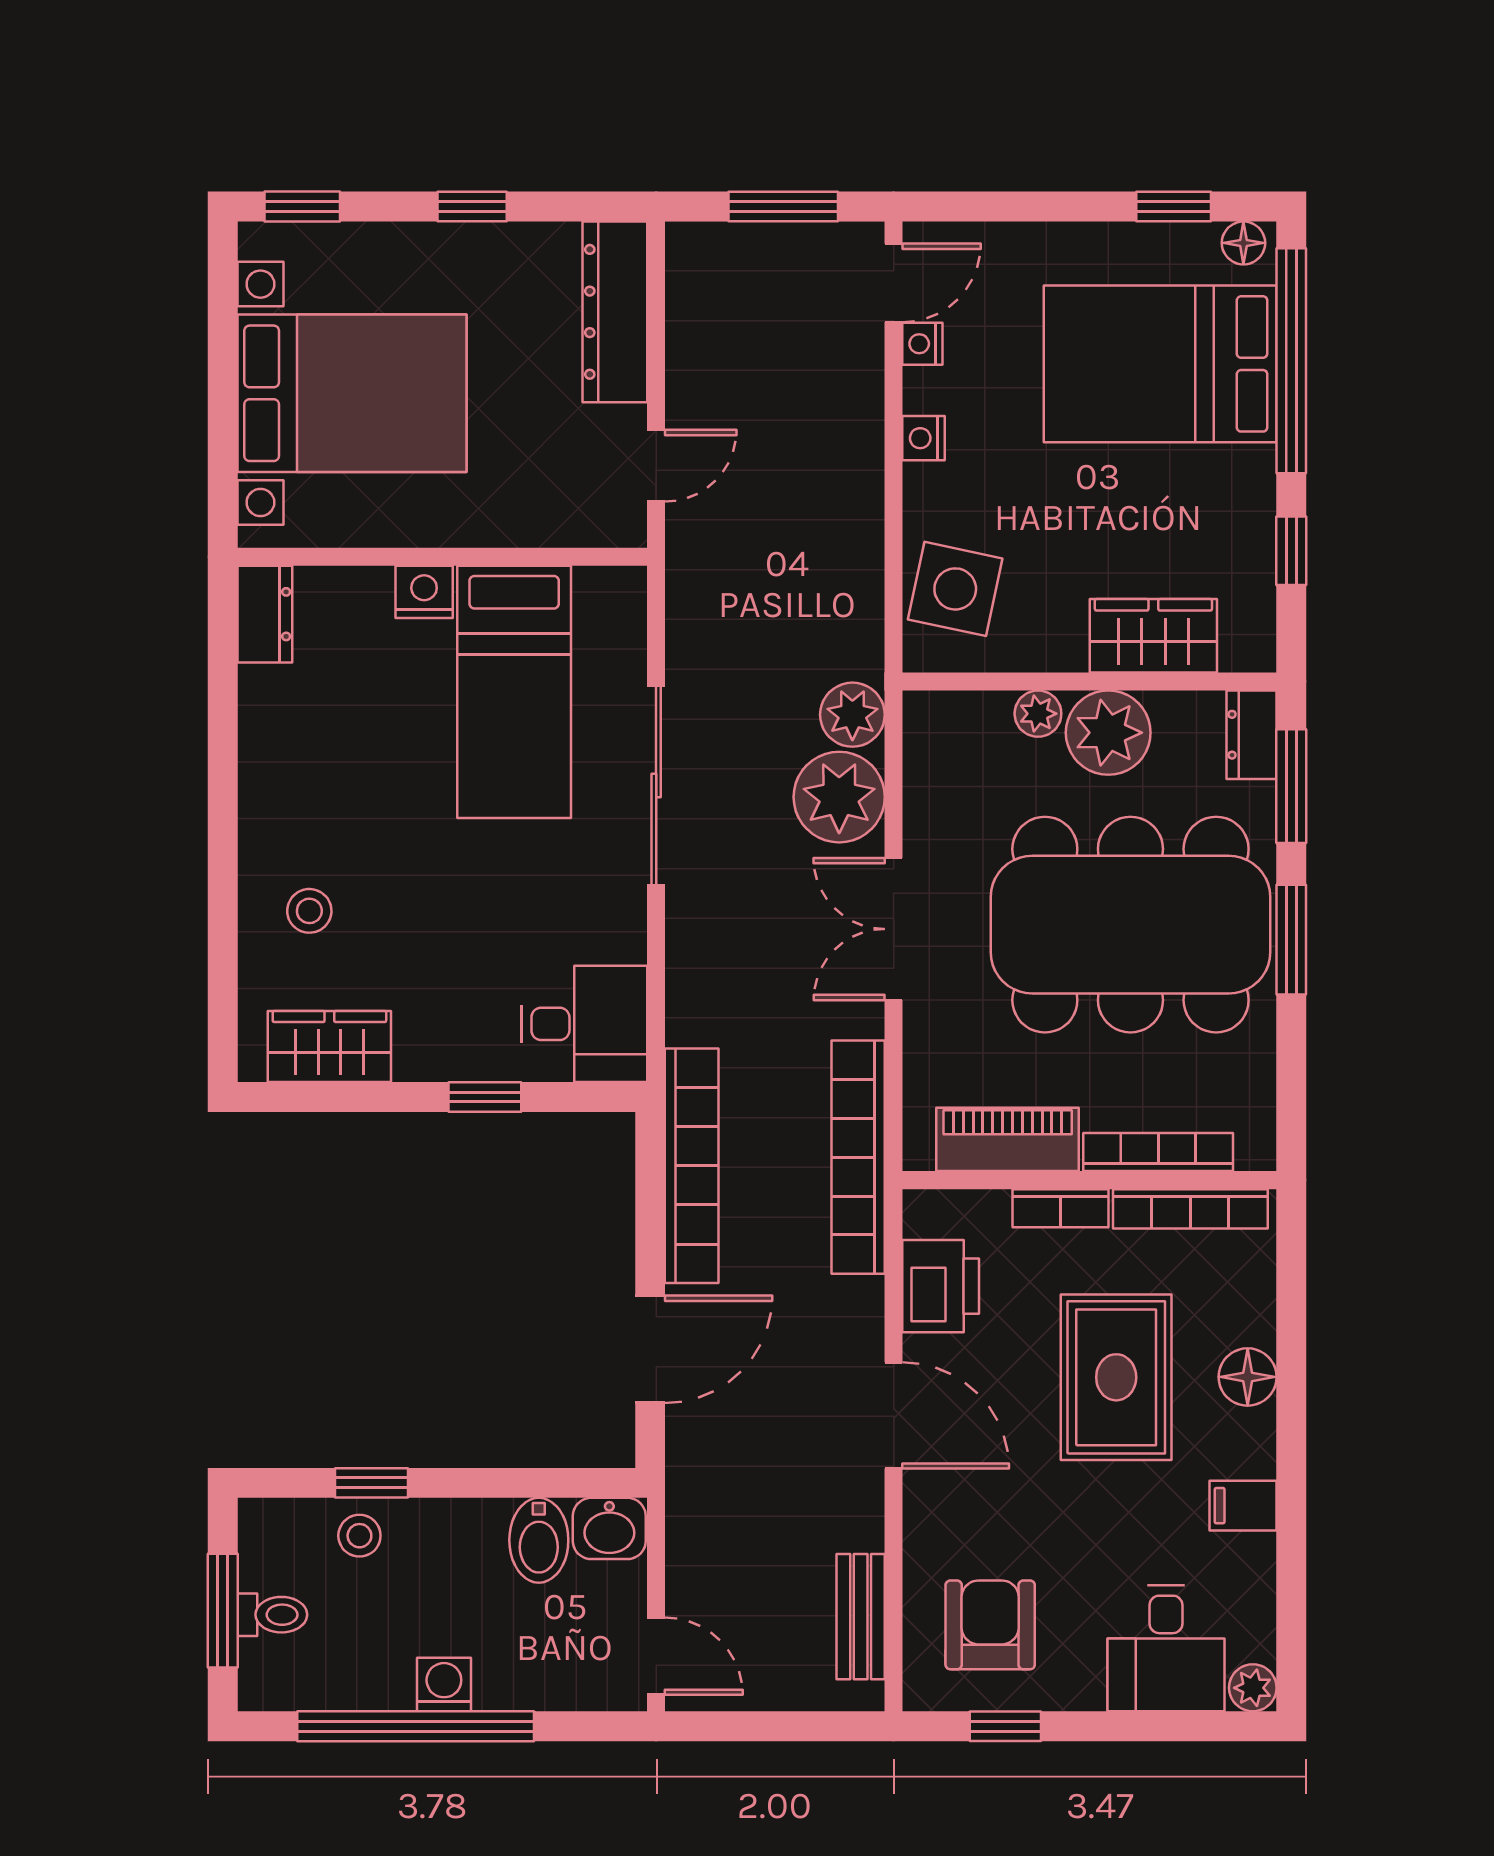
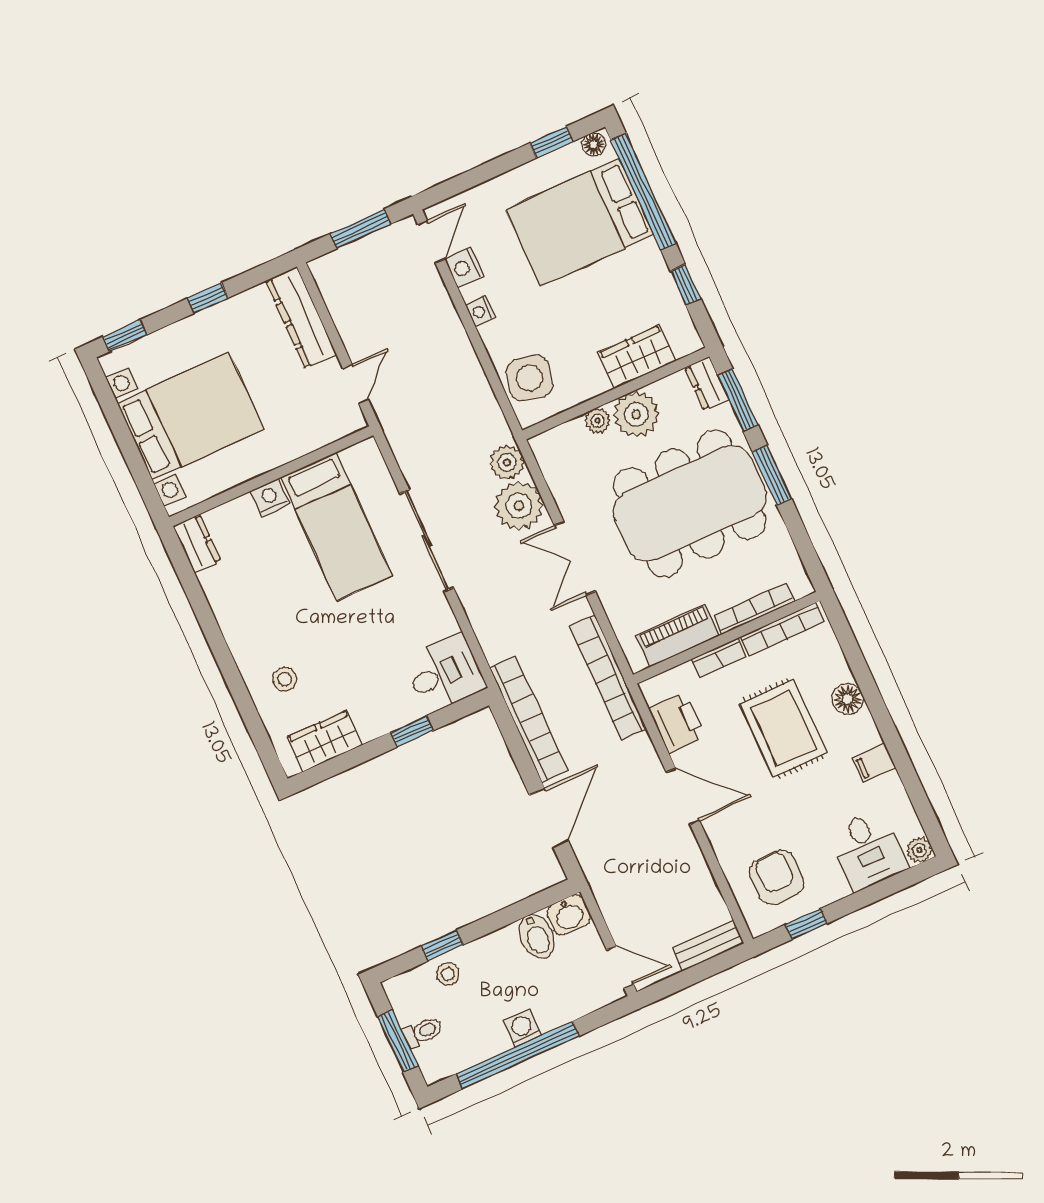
nightstand: (922, 344) -> (464, 268), width x1.39, depth x1.35
bench: (861, 1617) -> (708, 946), moved, turned 90

